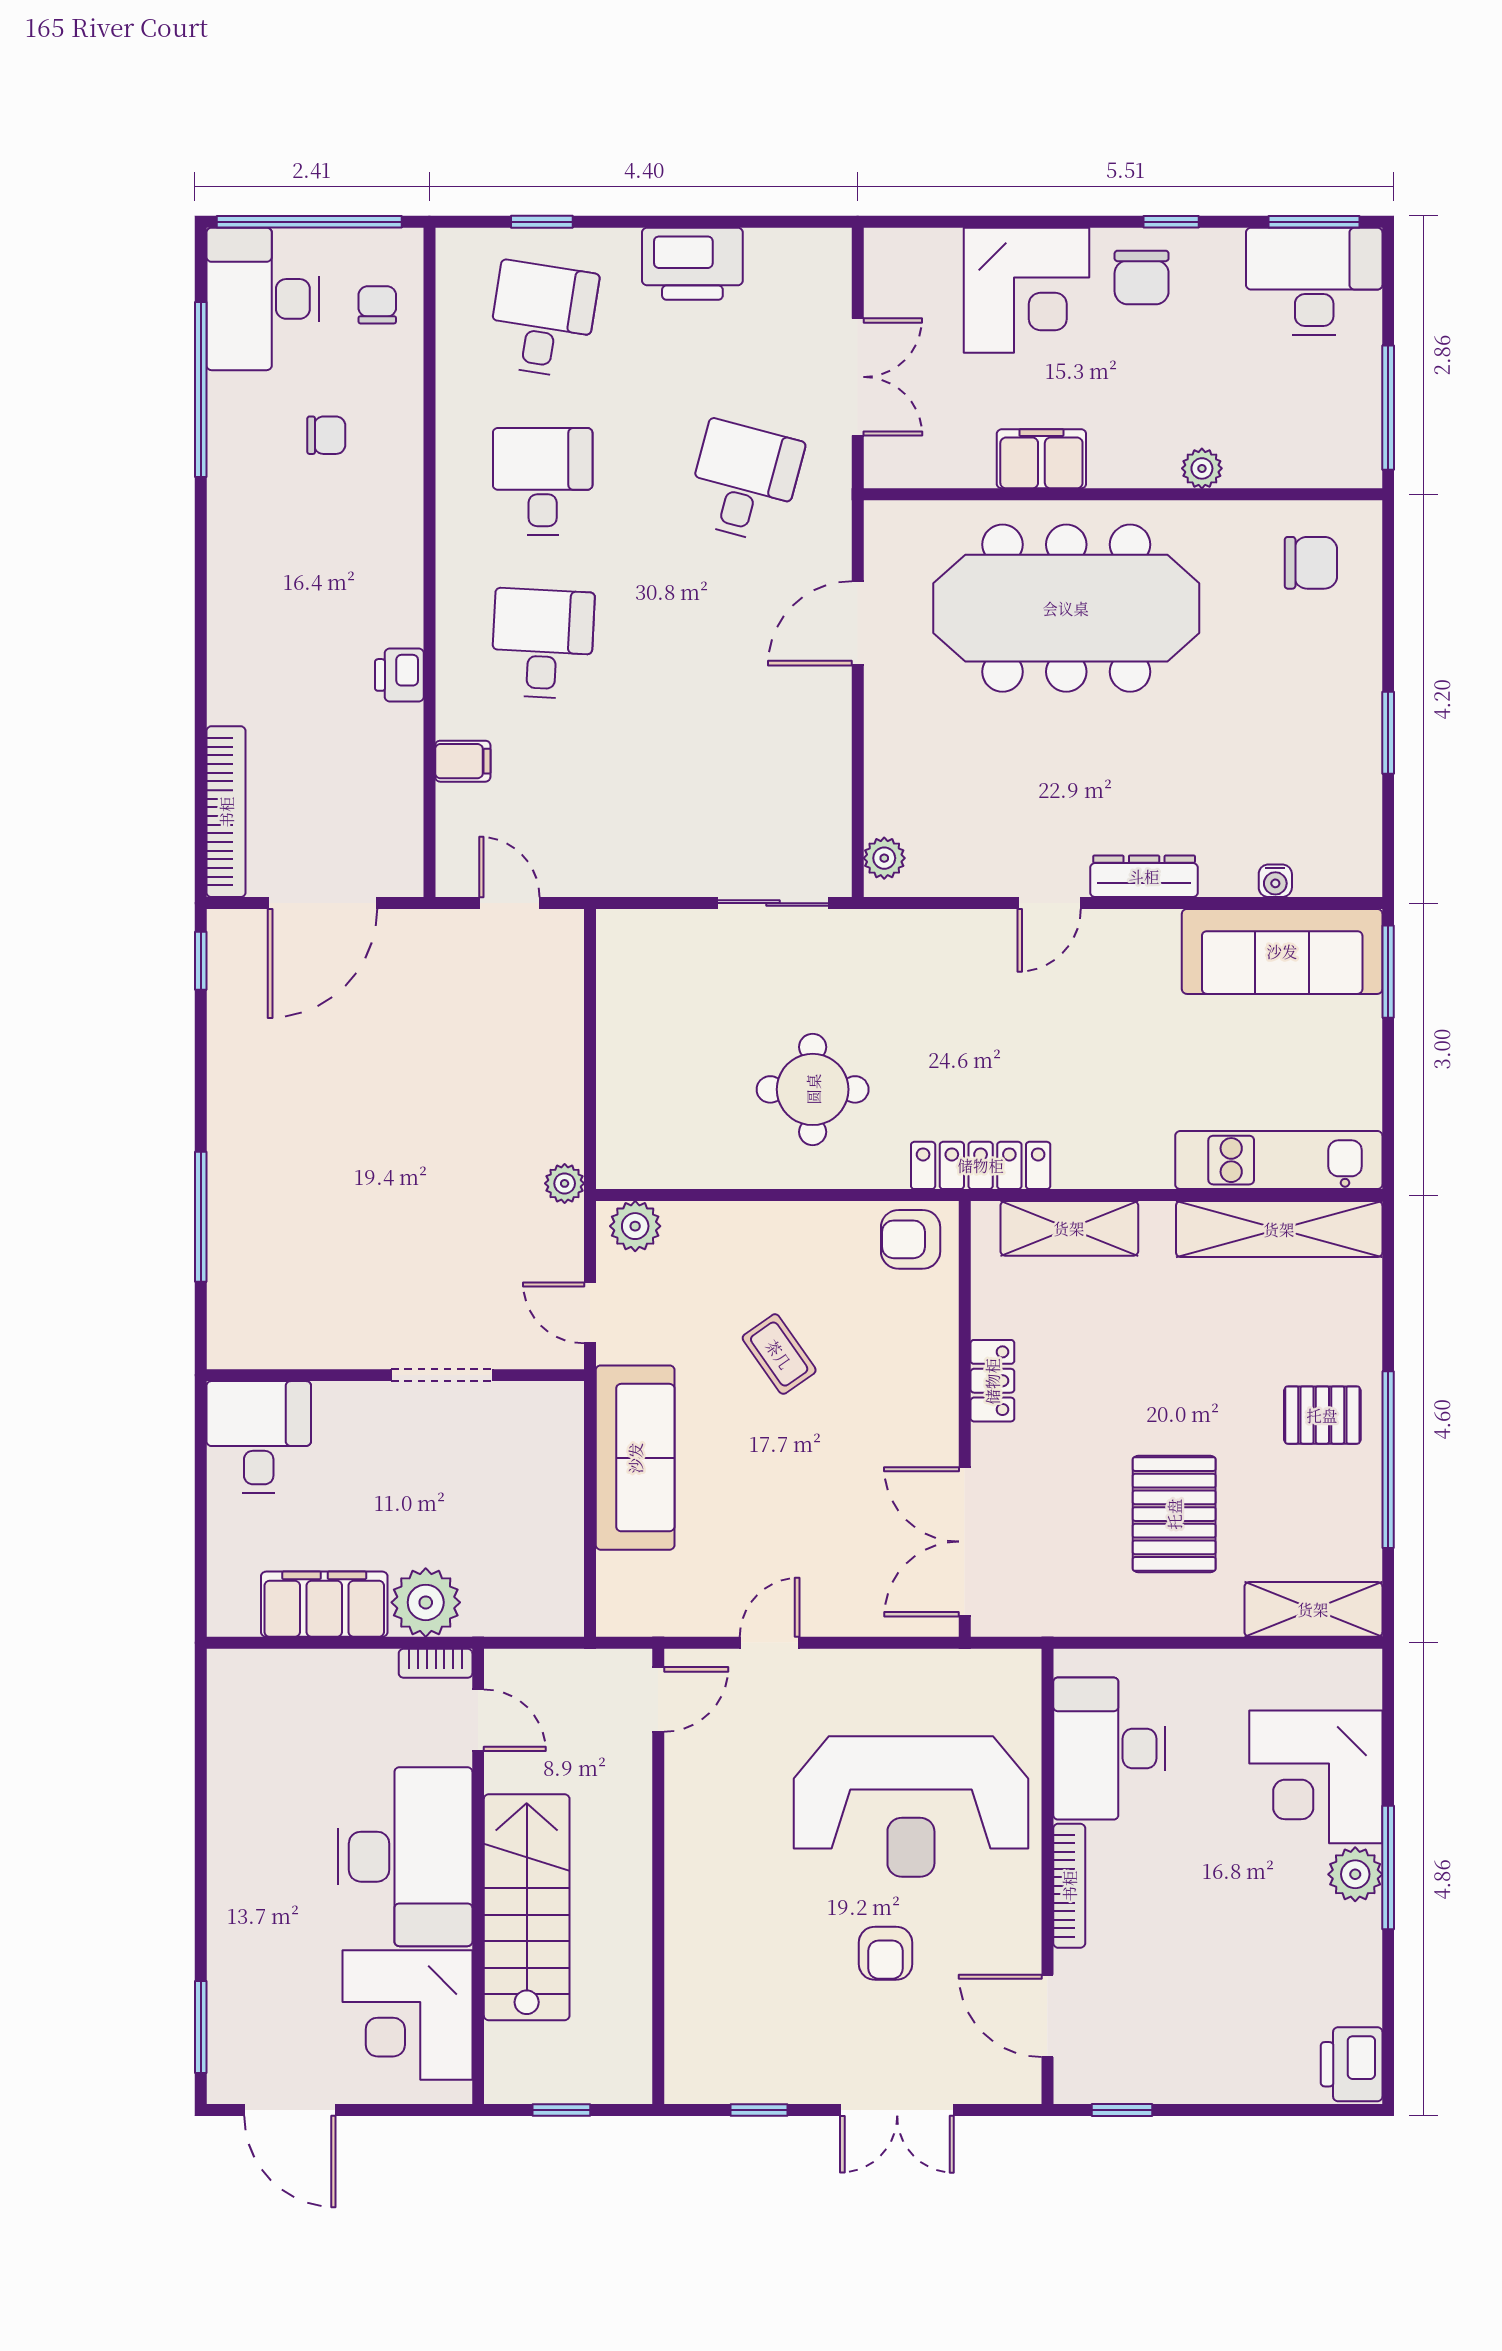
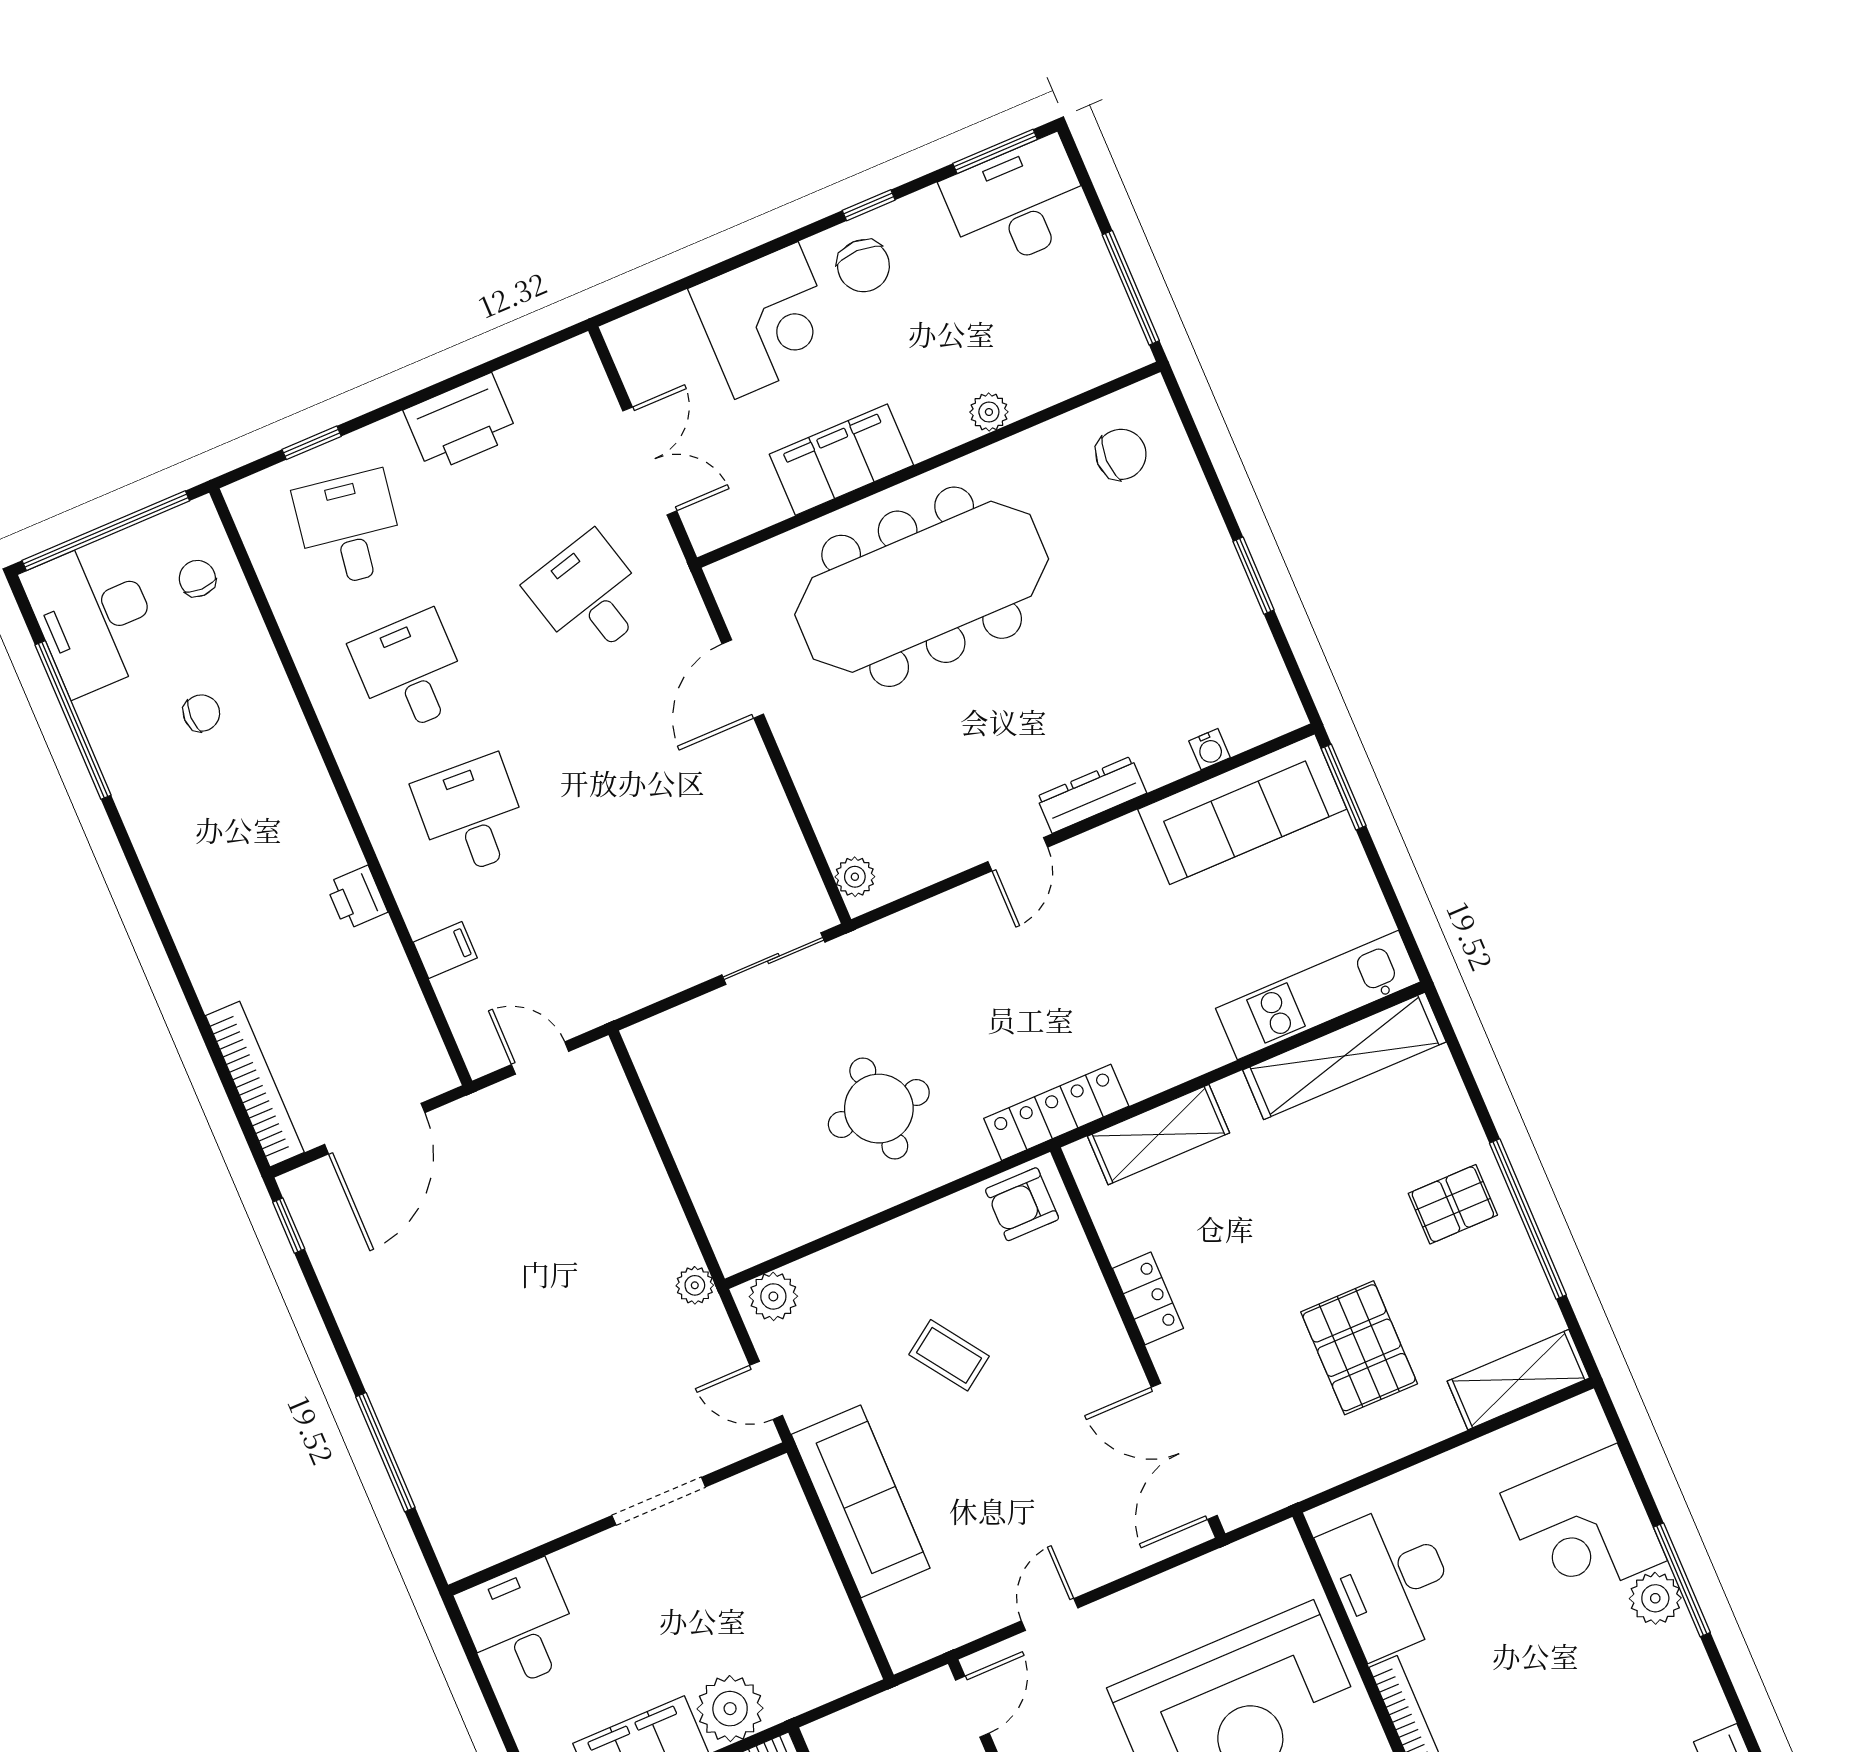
filing cabinet: (1041, 459) -> (841, 460), width x1.50, depth x1.17
desk: (745, 481) -> (589, 596), turned -30

